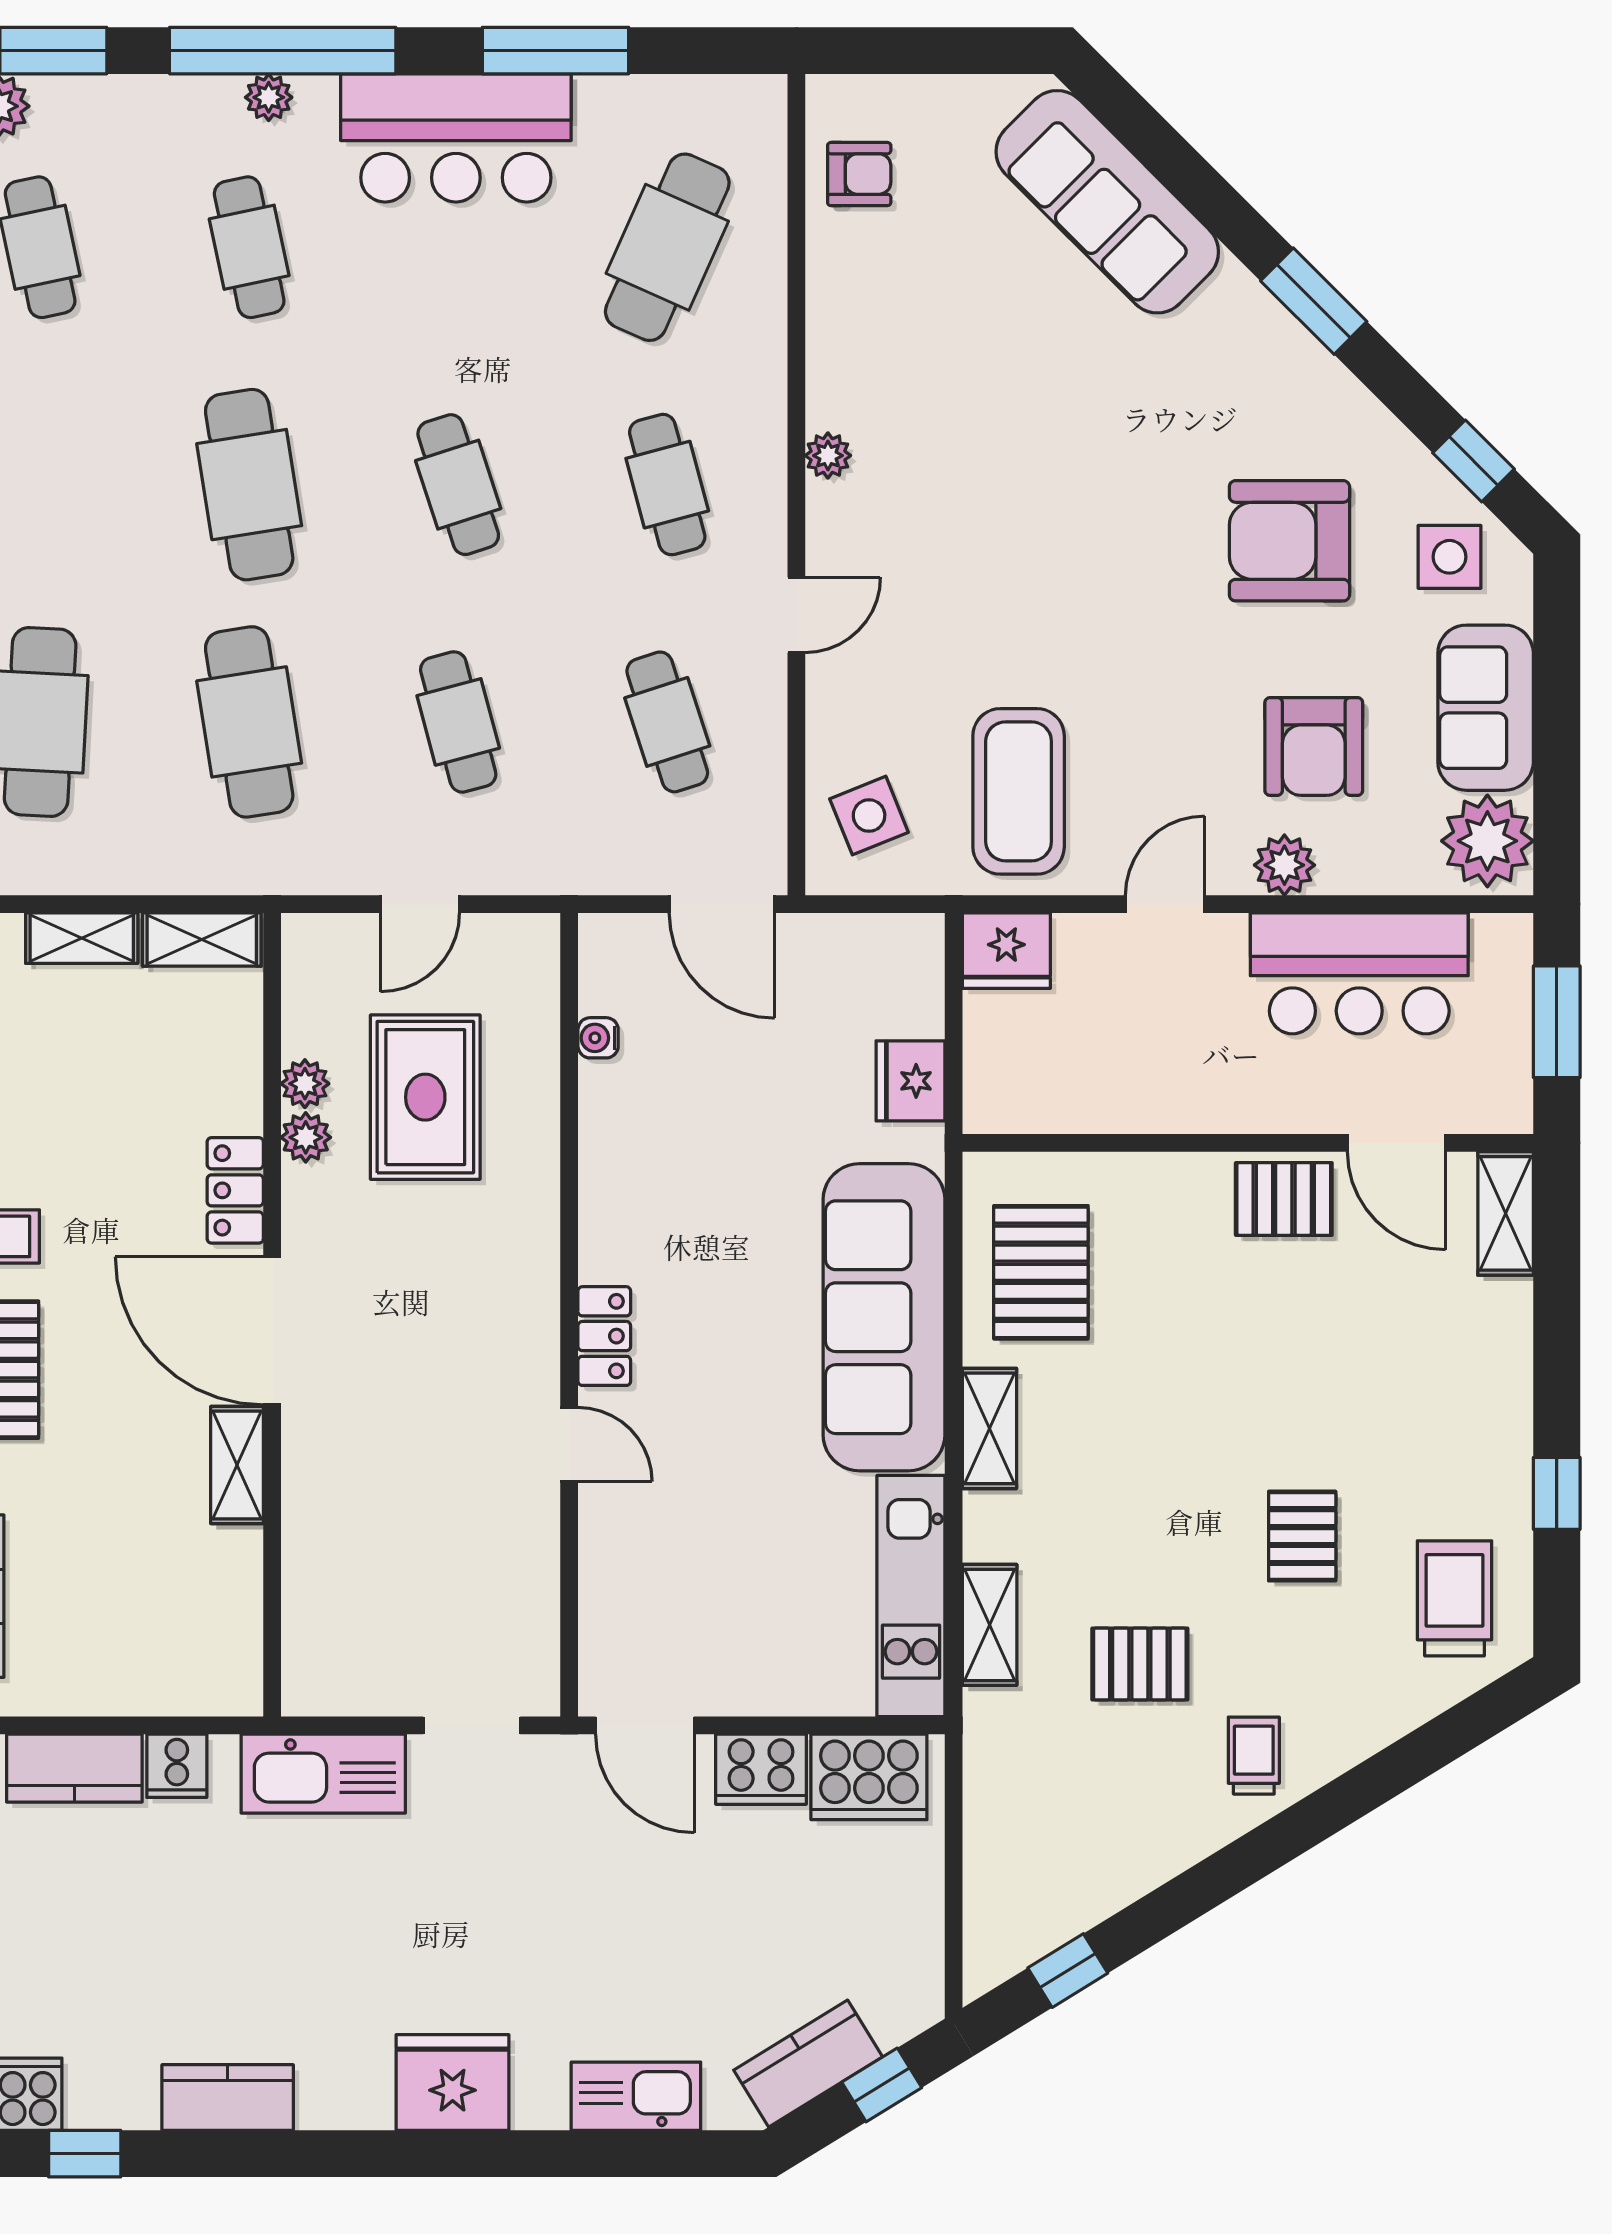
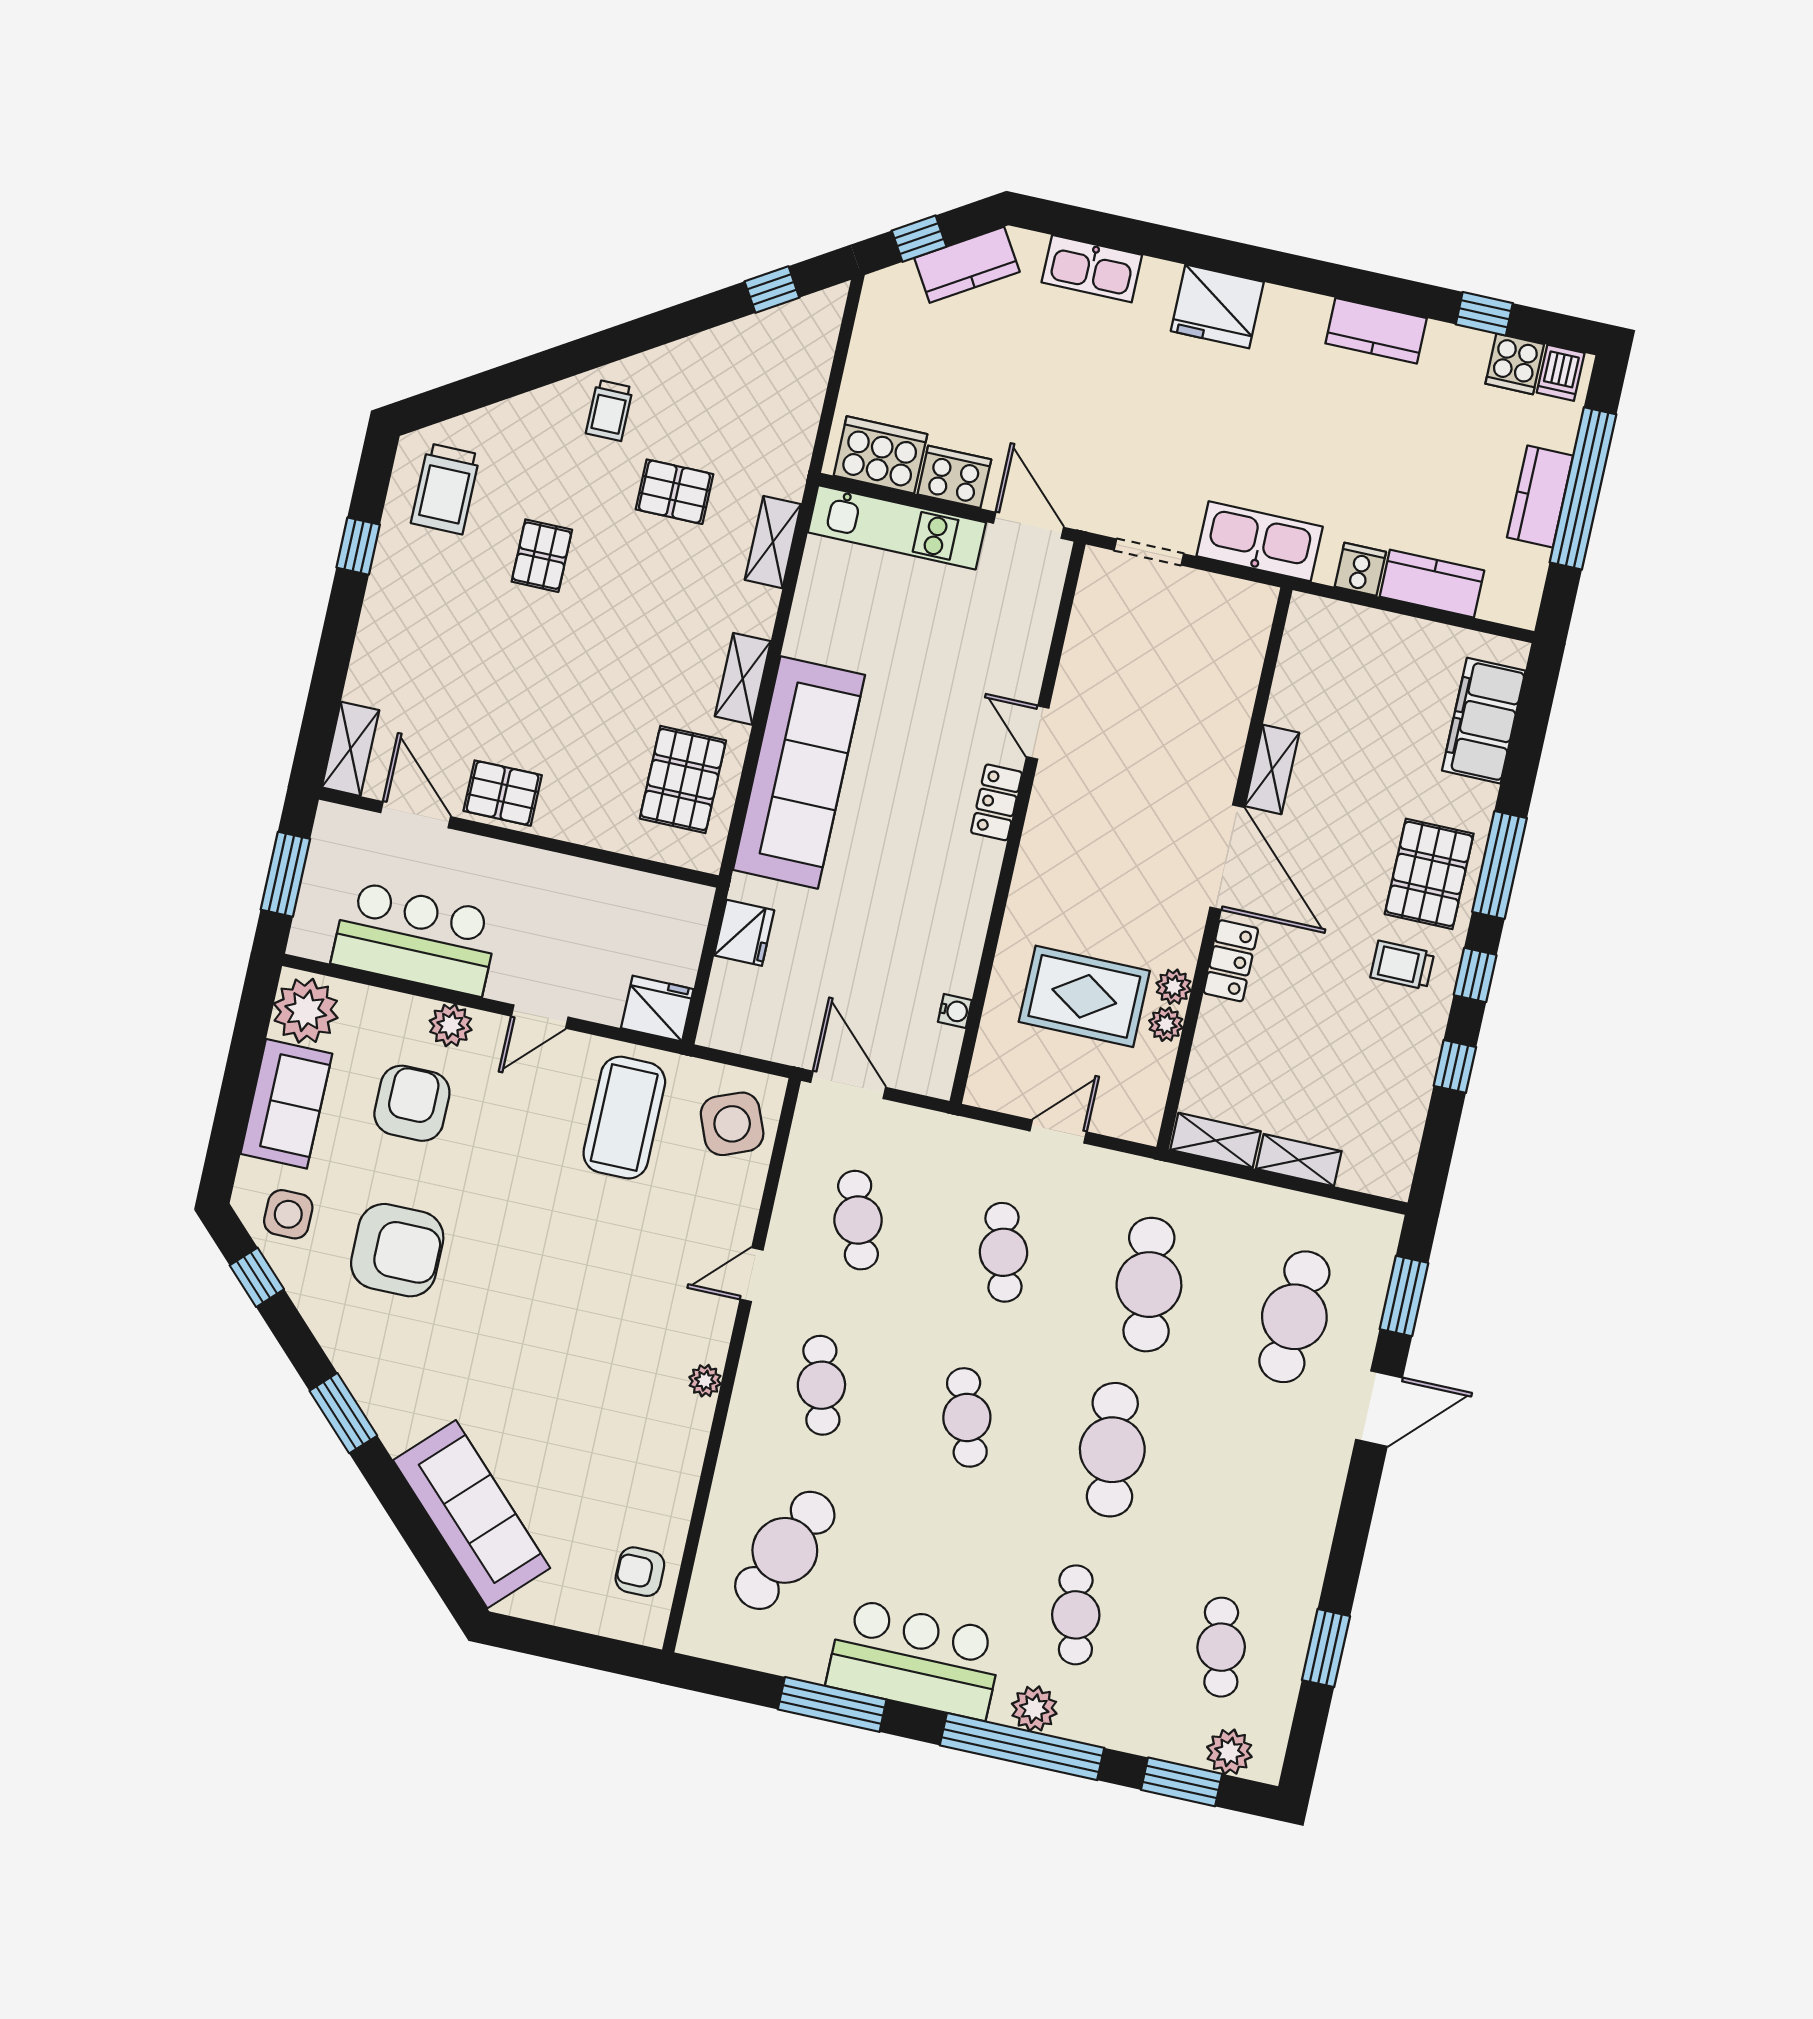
plant: (269, 97) -> (1034, 1709), width x1.38, depth x1.38
side table: (869, 816) -> (732, 1124), width x1.37, depth x1.37
rug: (425, 1097) -> (1084, 996), turned 90
kitchen unit: (911, 1596) -> (897, 527), moved, turned 90

